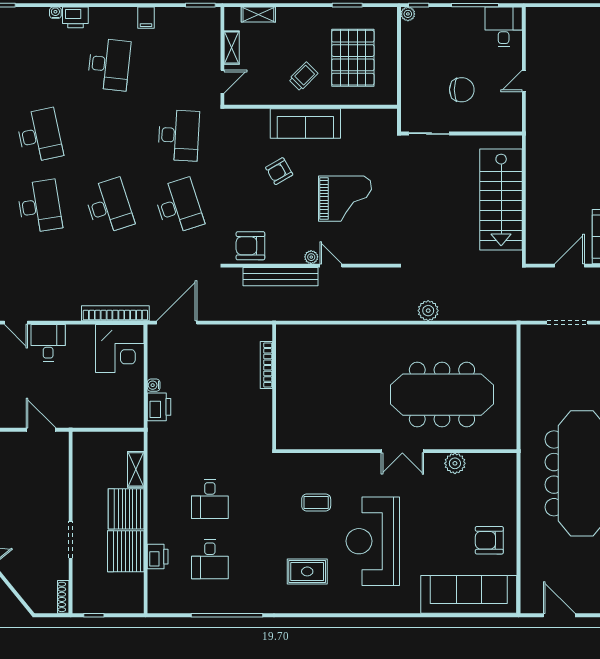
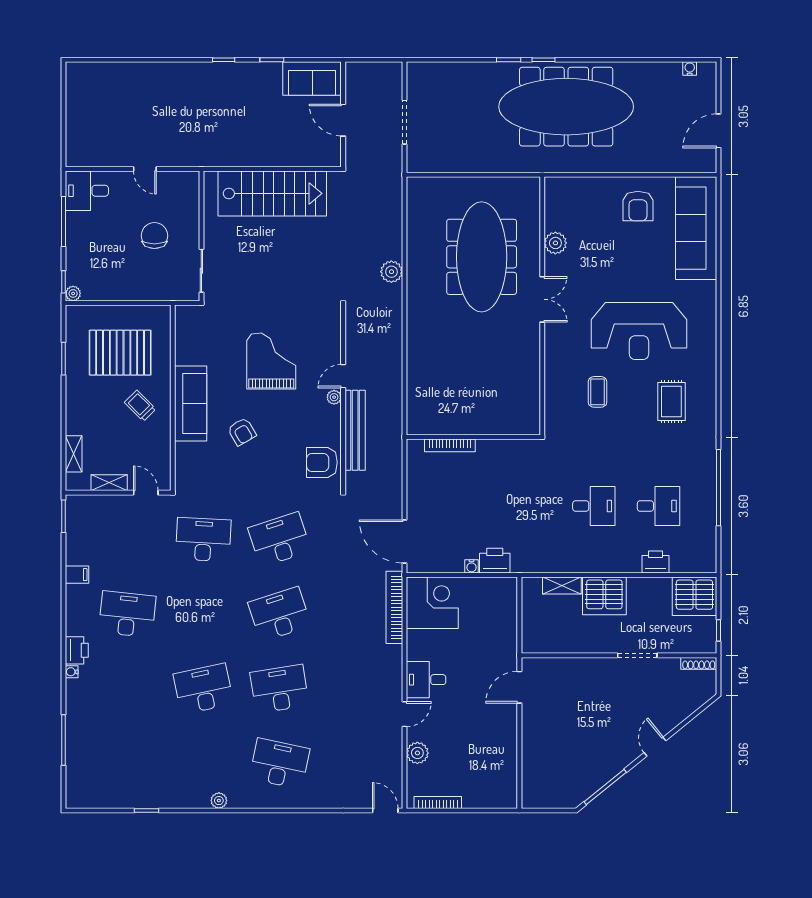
armchair: (250, 246) -> (322, 462), turned 90
server rack: (126, 551) -> (694, 596), moved

